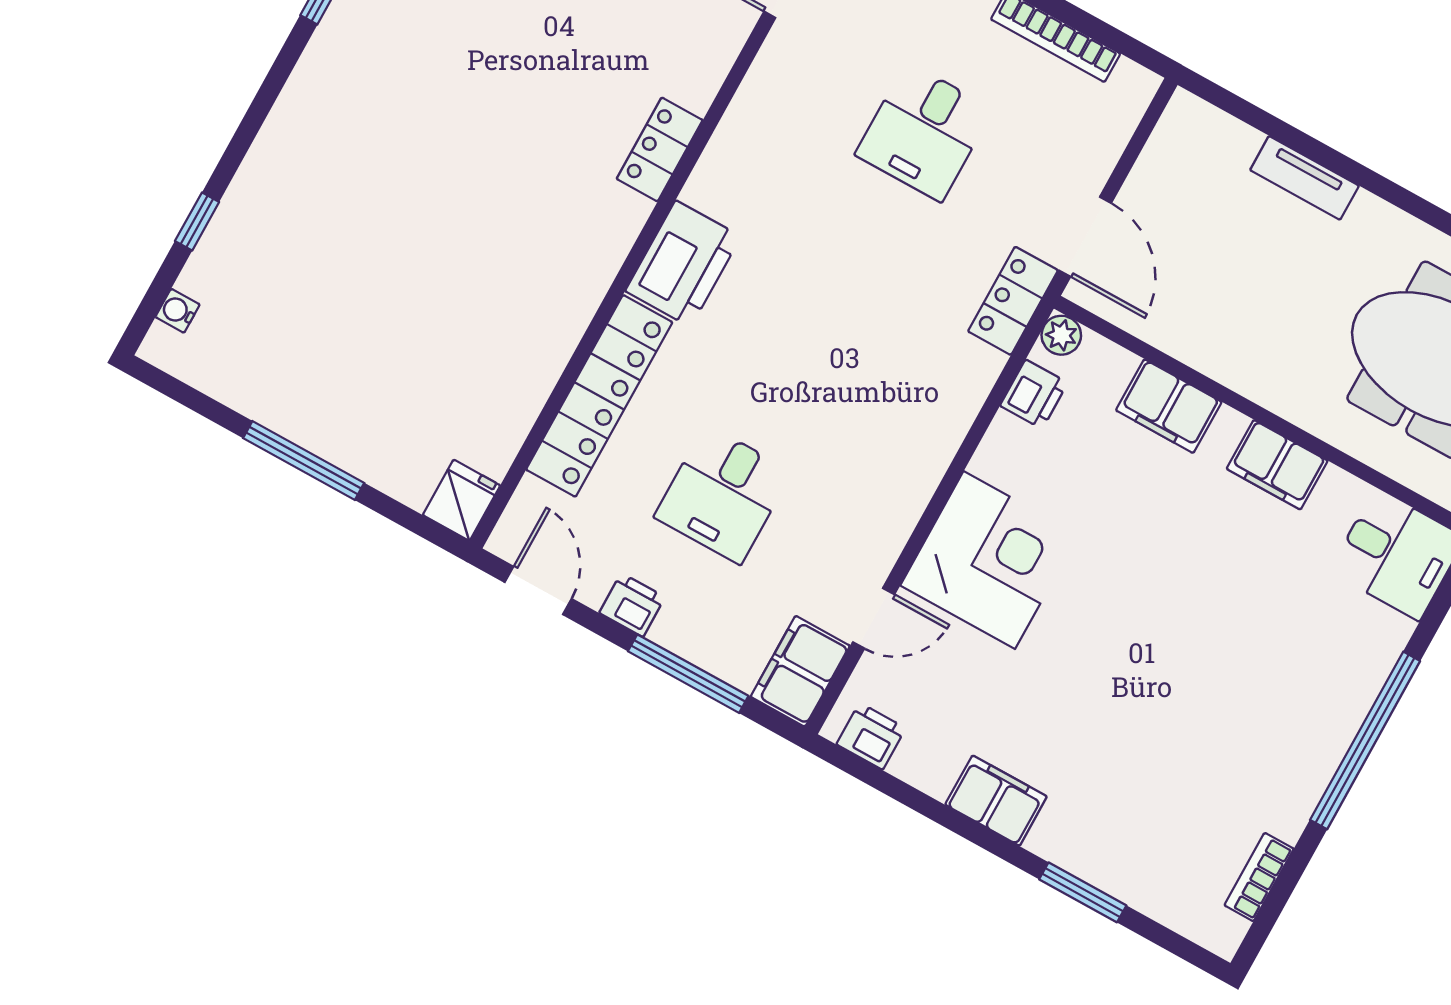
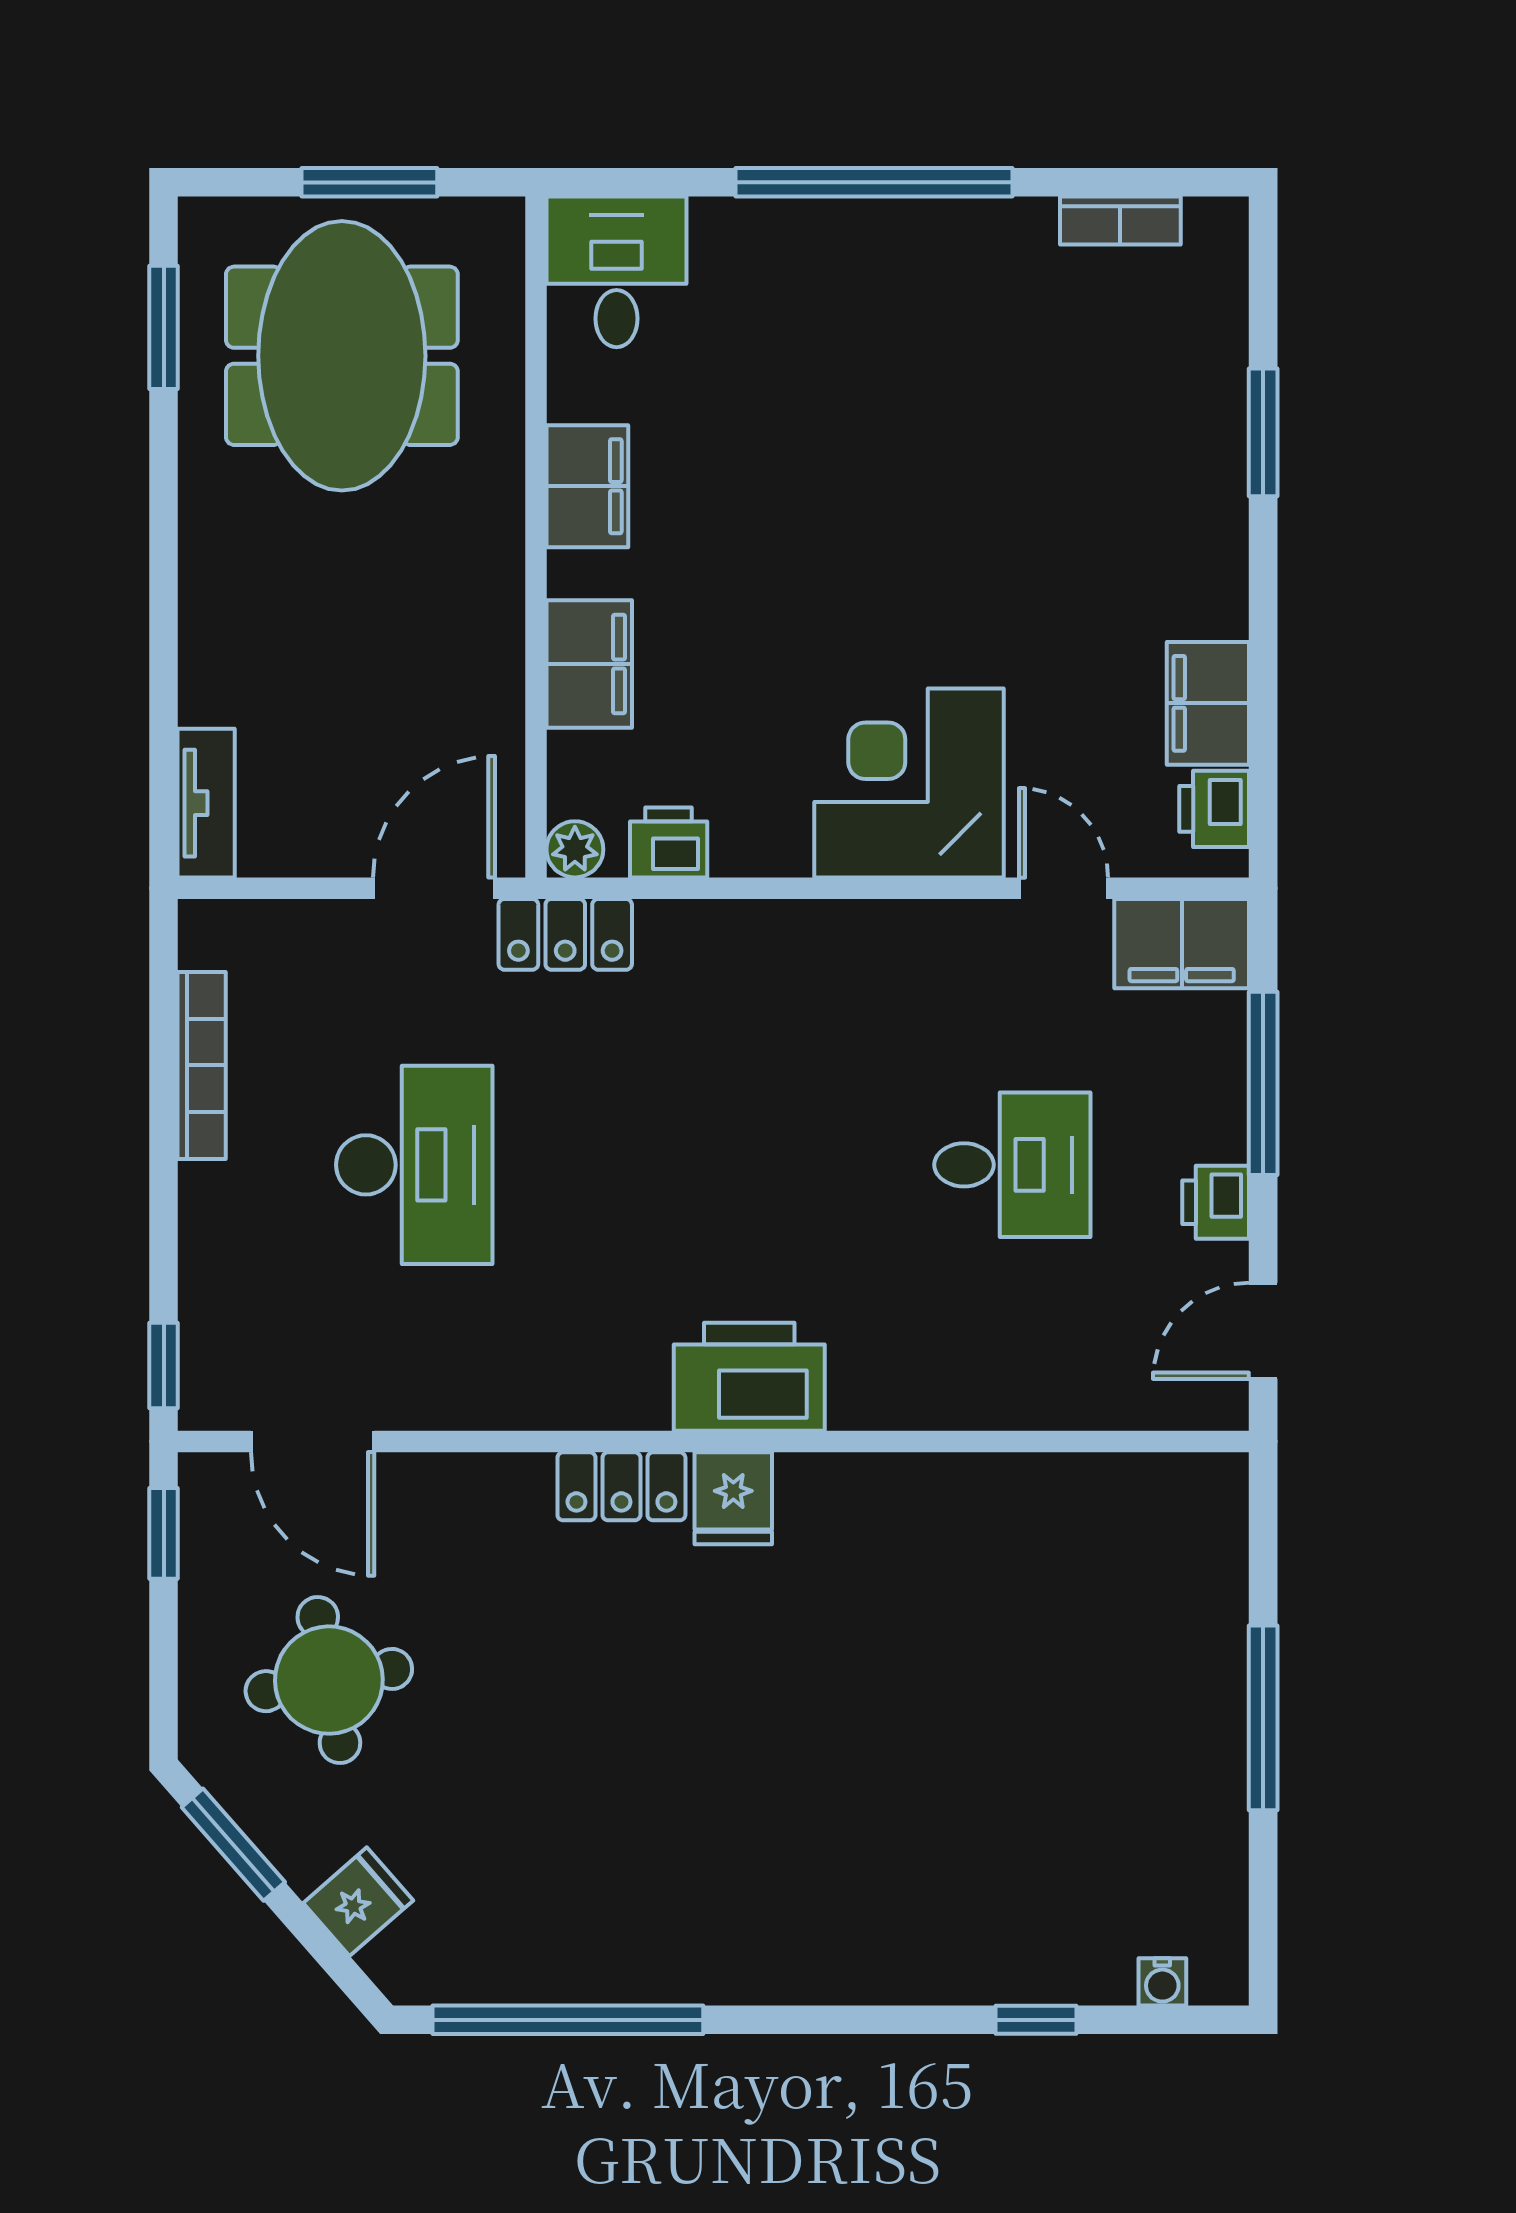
desk: (924, 132) -> (414, 1165), width x1.37
tv unit: (1304, 178) -> (206, 803), moved
locker: (599, 396) -> (975, 1390), removed
fridge: (462, 500) -> (733, 1498), moved, turned -90
filing cabinet: (996, 801) -> (1208, 703), moved

